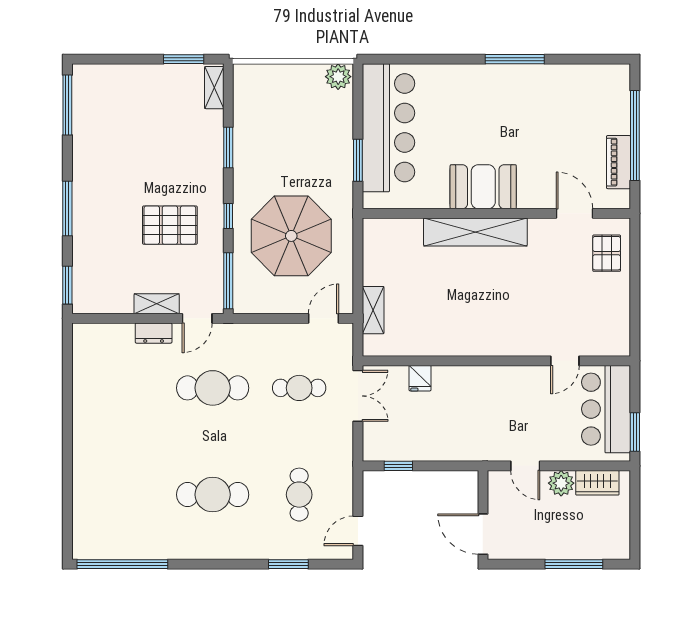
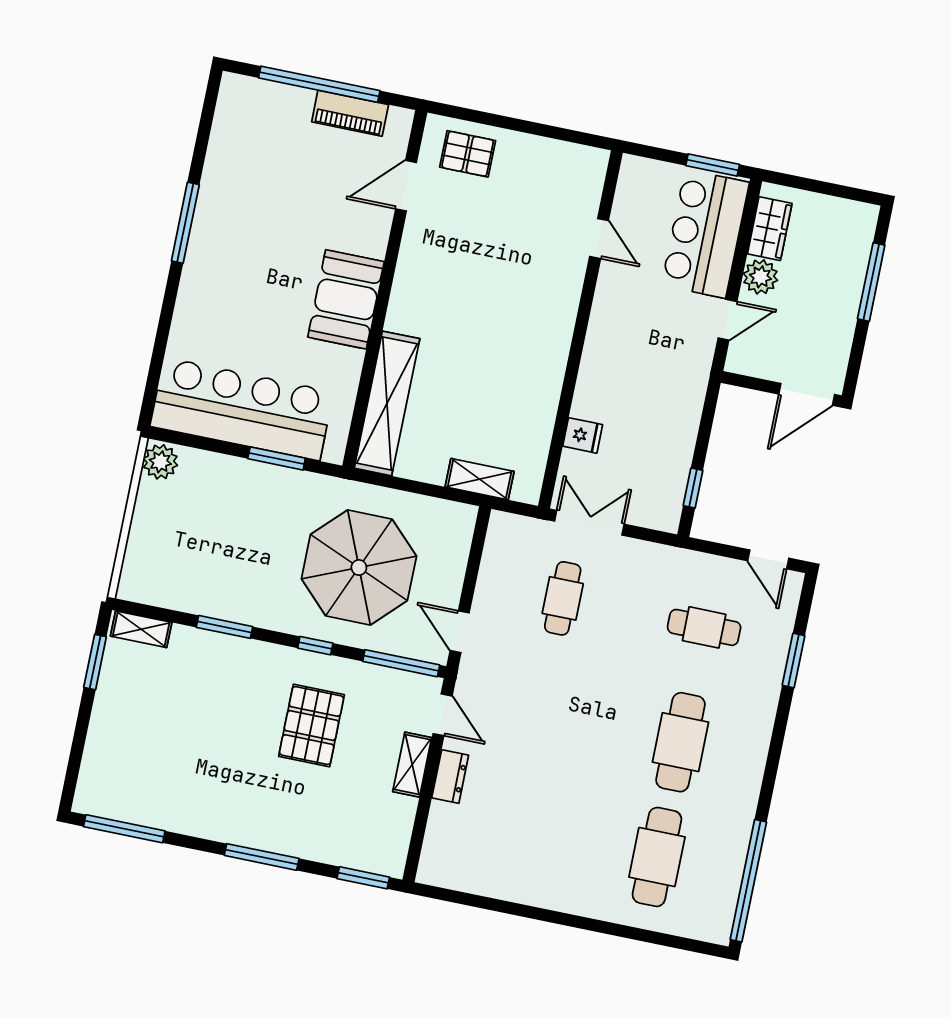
shelving: (475, 232) -> (387, 403), moved
door: (323, 318) -> (460, 632), moved
cafe table: (213, 388) -> (657, 857), moved
bar counter: (606, 409) -> (705, 234), moved, turned 90

